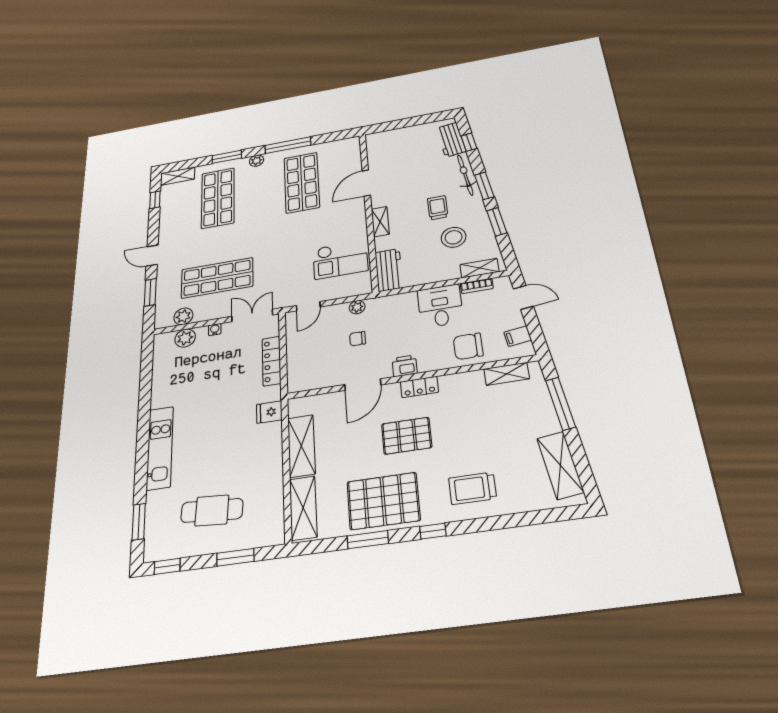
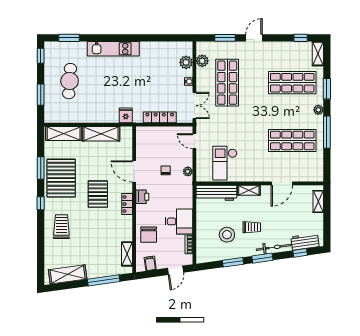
door: (366, 183) -> (282, 183), swing flipped
shelving: (479, 268) -> (318, 202), moved
workbench: (389, 270) -> (216, 193), width x1.38
chair: (468, 346) -> (149, 235), turned 180

